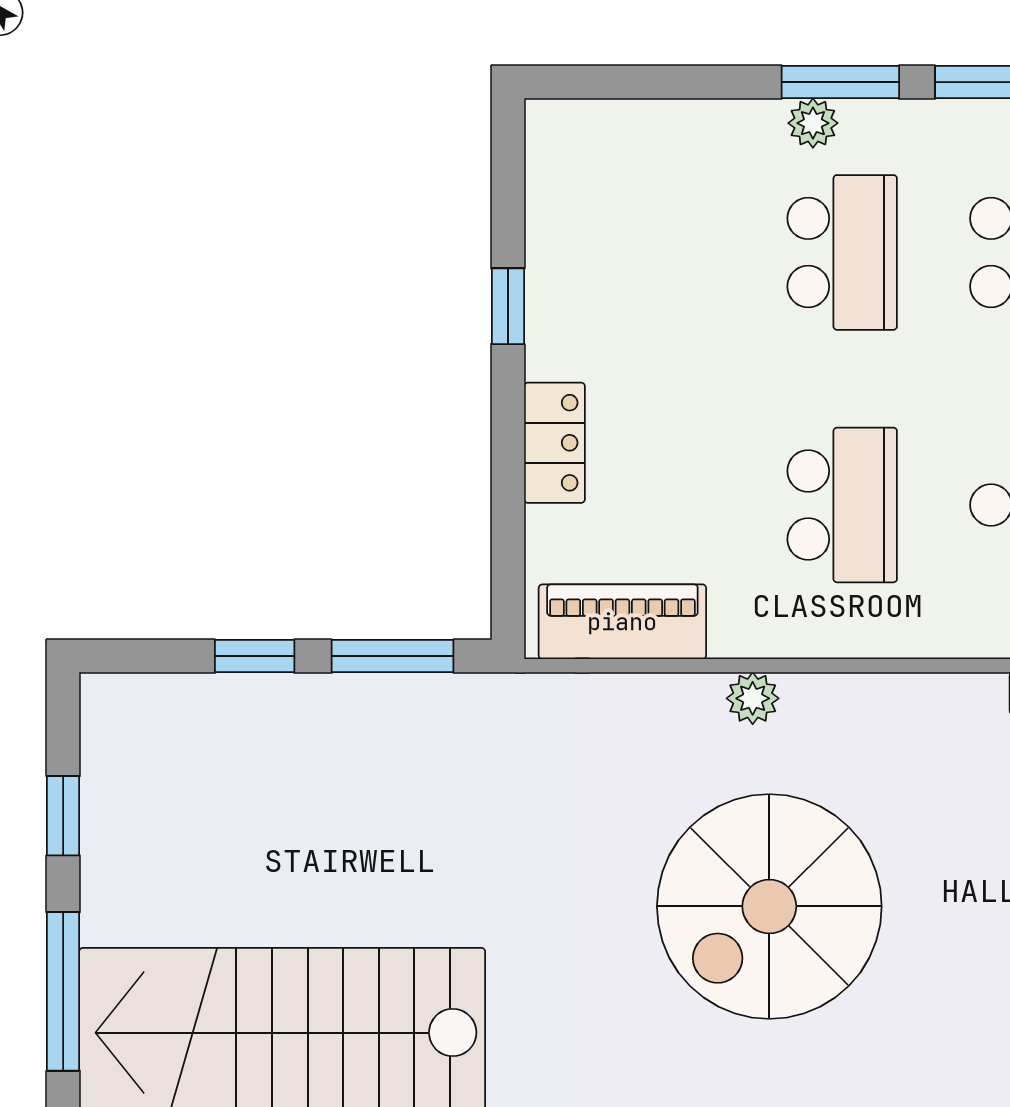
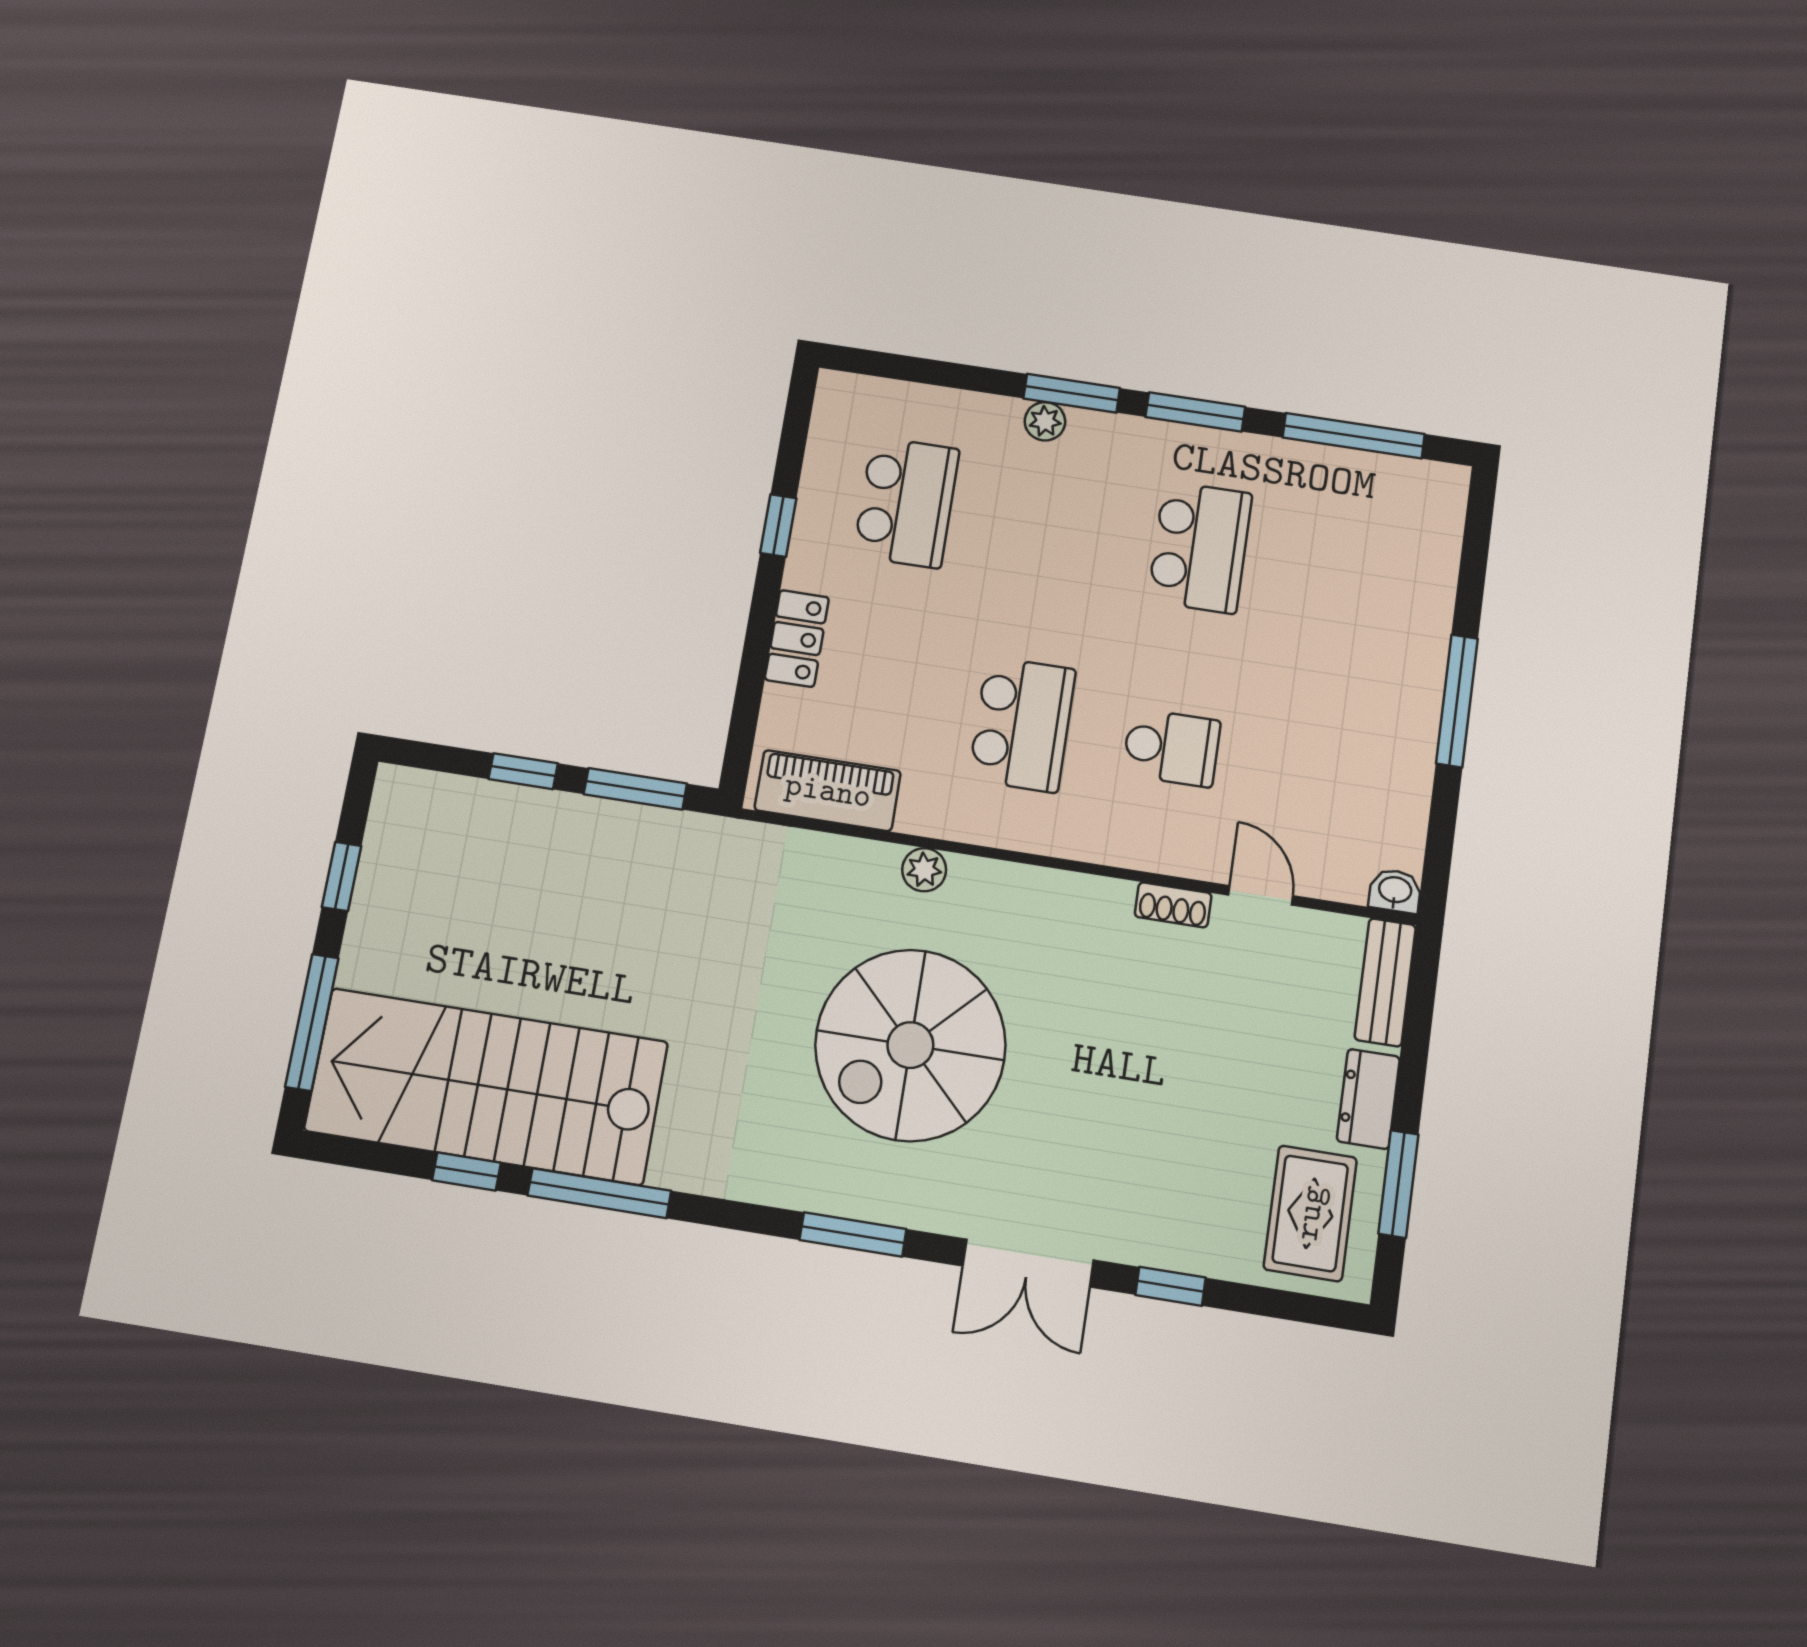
school desk: (842, 252) -> (906, 502), moved

